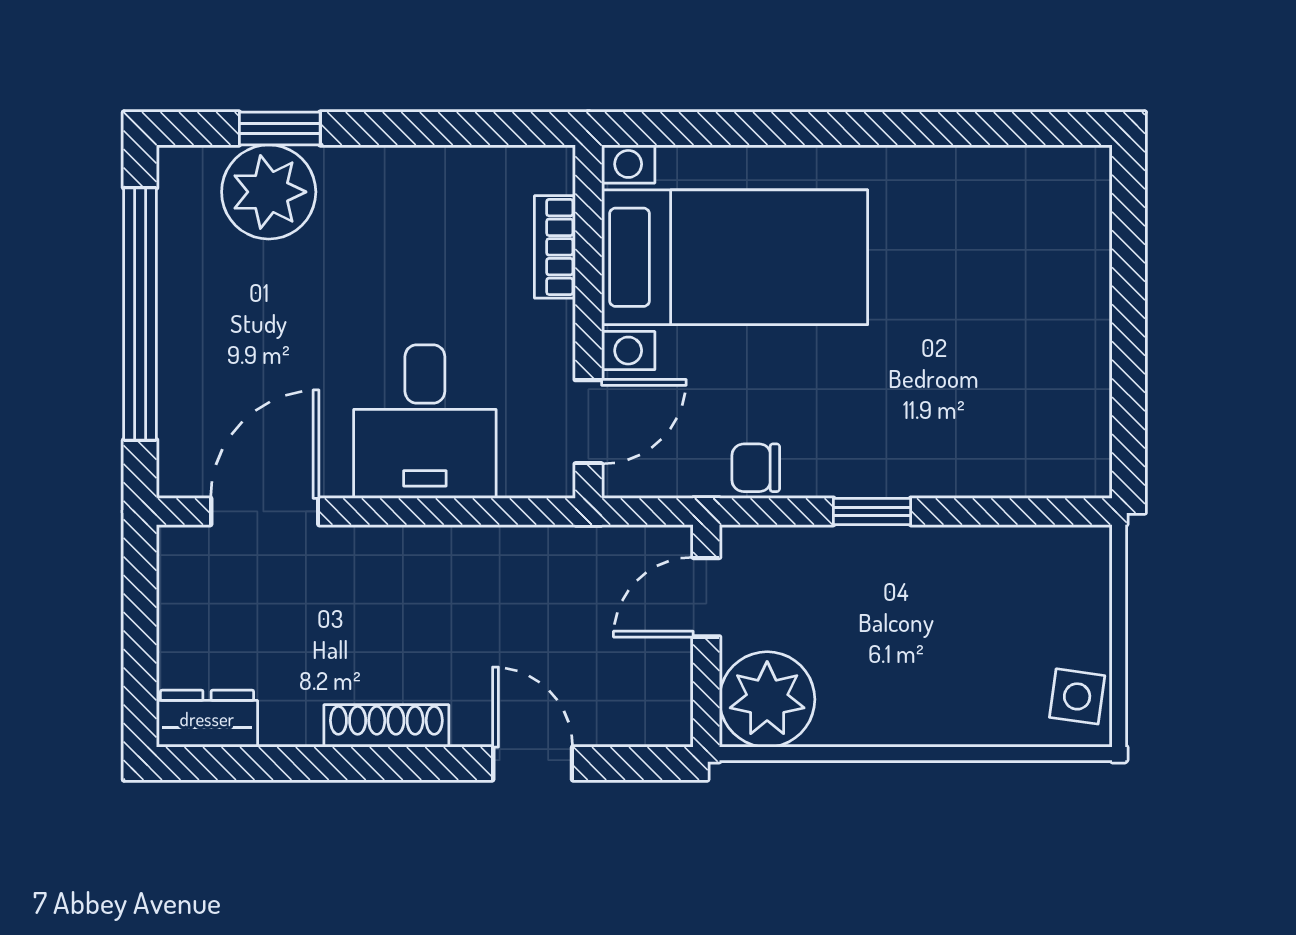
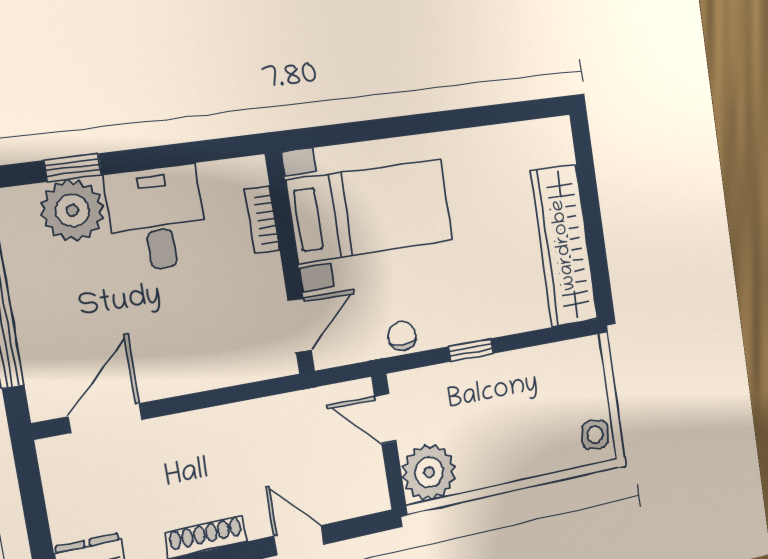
wardrobe: (1069, 364) -> (564, 245), added
desk: (425, 422) -> (157, 218), moved, turned 180
chair: (756, 468) -> (402, 336), turned 90
door: (706, 597) -> (385, 419), hinge flipped

